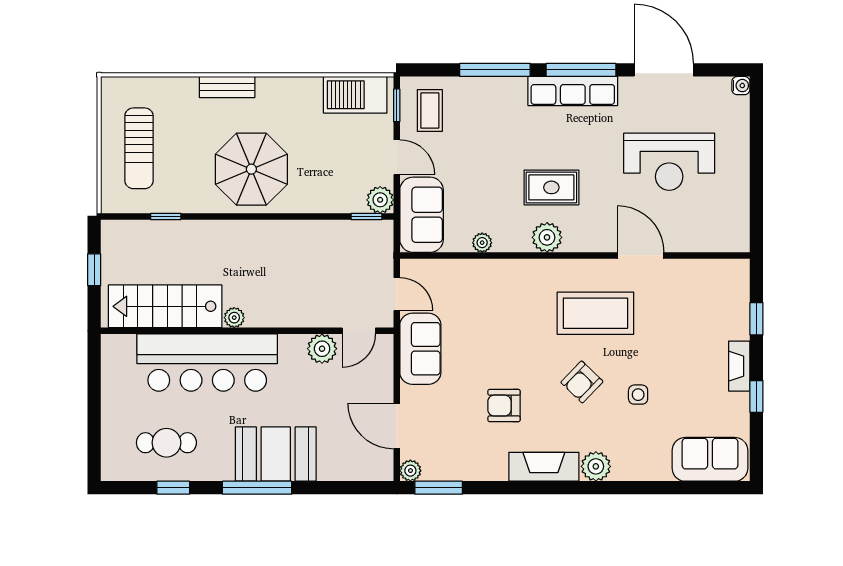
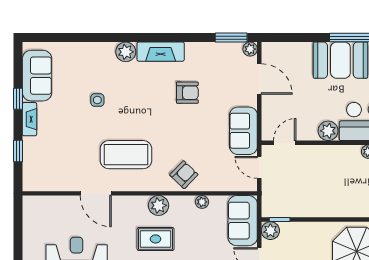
plant: (322, 349) -> (328, 131), moved
armchair: (582, 382) -> (184, 175), moved
sofa: (710, 459) -> (37, 76), moved, turned -90

